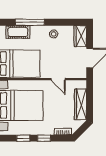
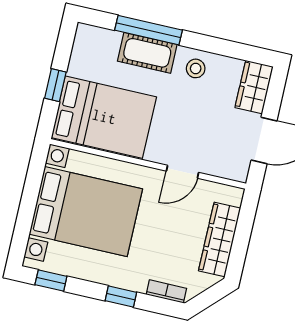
cot: (18, 32) -> (147, 53), moved
door: (58, 79) -> (182, 172), hinge flipped
window: (23, 138) -> (51, 281), moved

